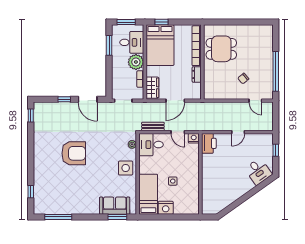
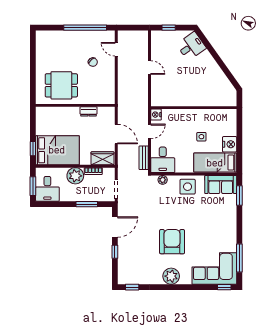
desk: (132, 42) -> (47, 189), moved, turned 180
window: (109, 45) -> (87, 204), moved
bookcase: (197, 46) -> (58, 112), removed
dining table: (221, 49) -> (61, 85), turned 90
door: (255, 101) -> (116, 49), swing flipped
printer: (209, 143) -> (161, 99), removed
plant: (41, 152) -> (171, 276), added
window: (31, 192) -> (224, 287), moved
corner sofa: (48, 193) -> (214, 268), added
sofa: (115, 206) -> (221, 185), moved, turned -90

